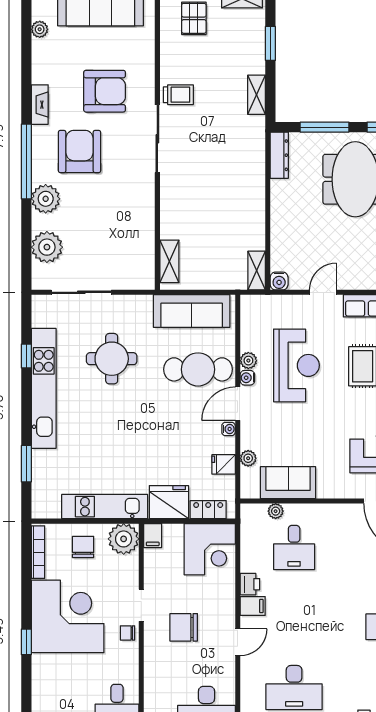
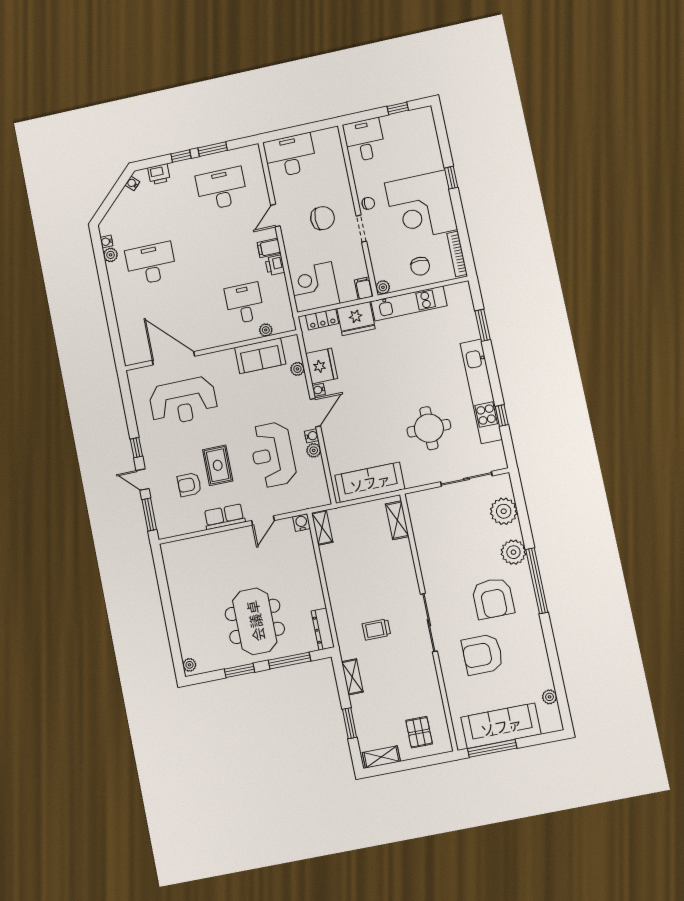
trolley: (178, 95) -> (376, 629), moved
fireplace: (40, 105) -> (536, 632), removed
cafe table: (198, 369) -> (354, 434), removed
fridge: (224, 464) -> (322, 366), width x1.88, depth x1.34
plant: (124, 539) -> (383, 287), width x0.53, depth x0.53

